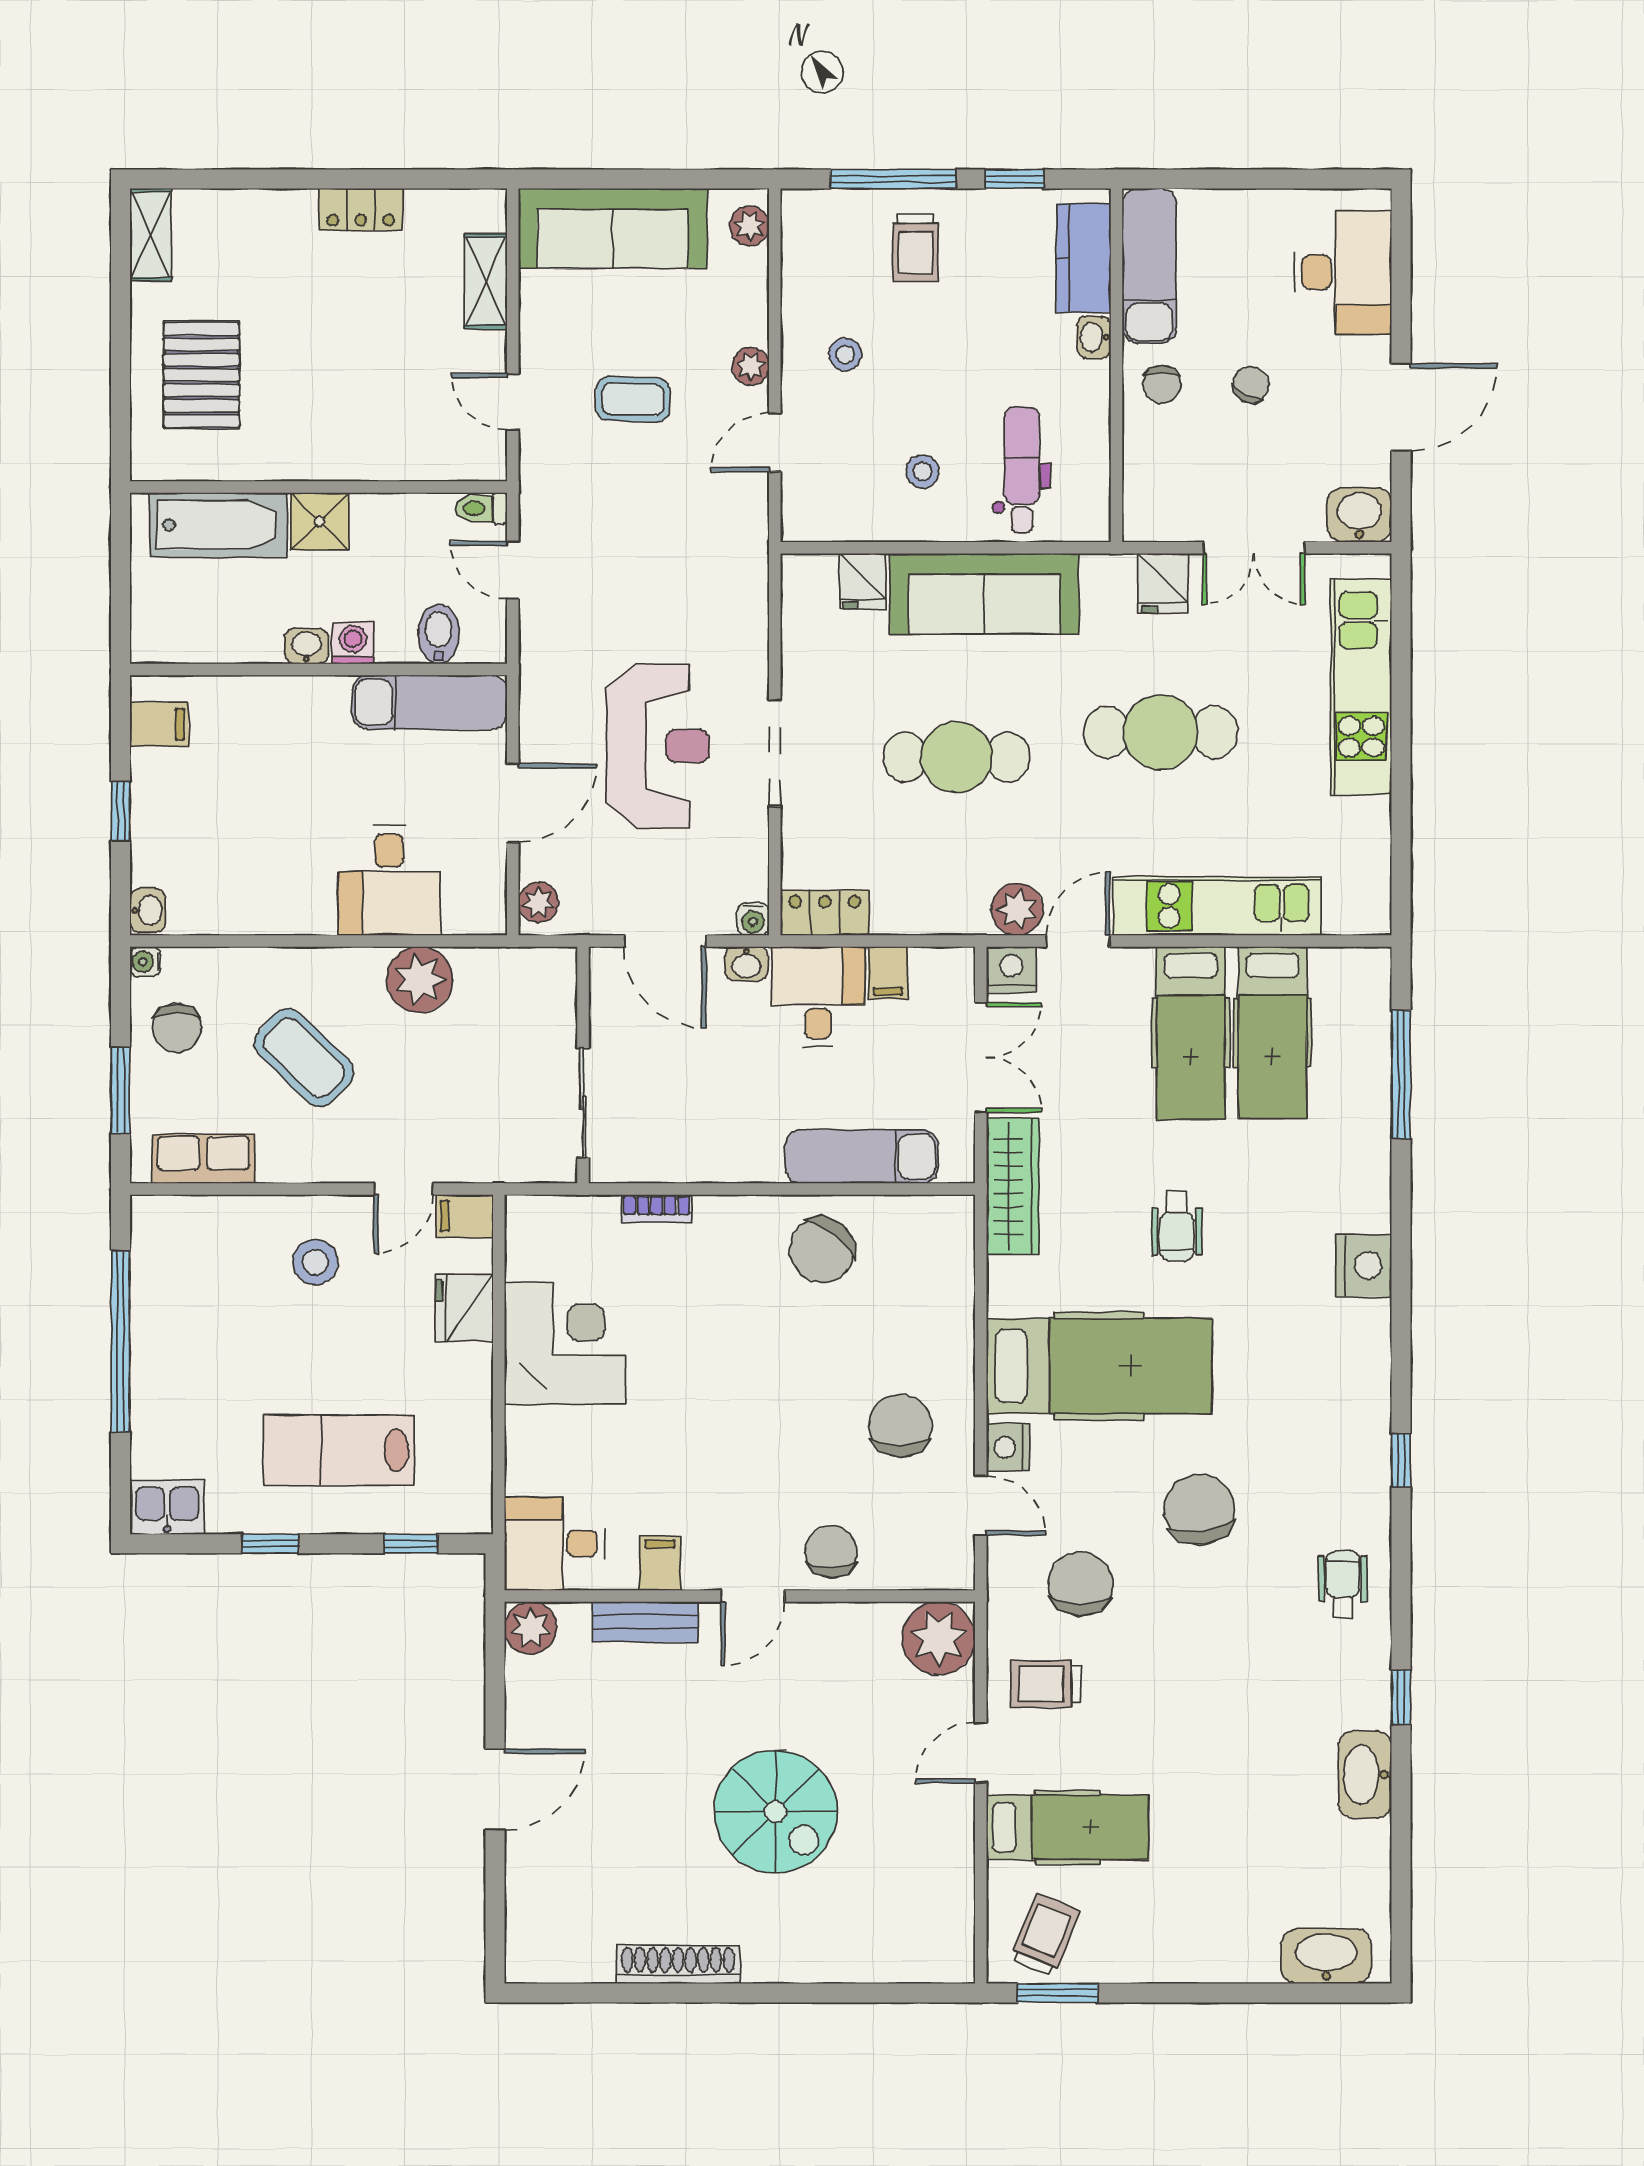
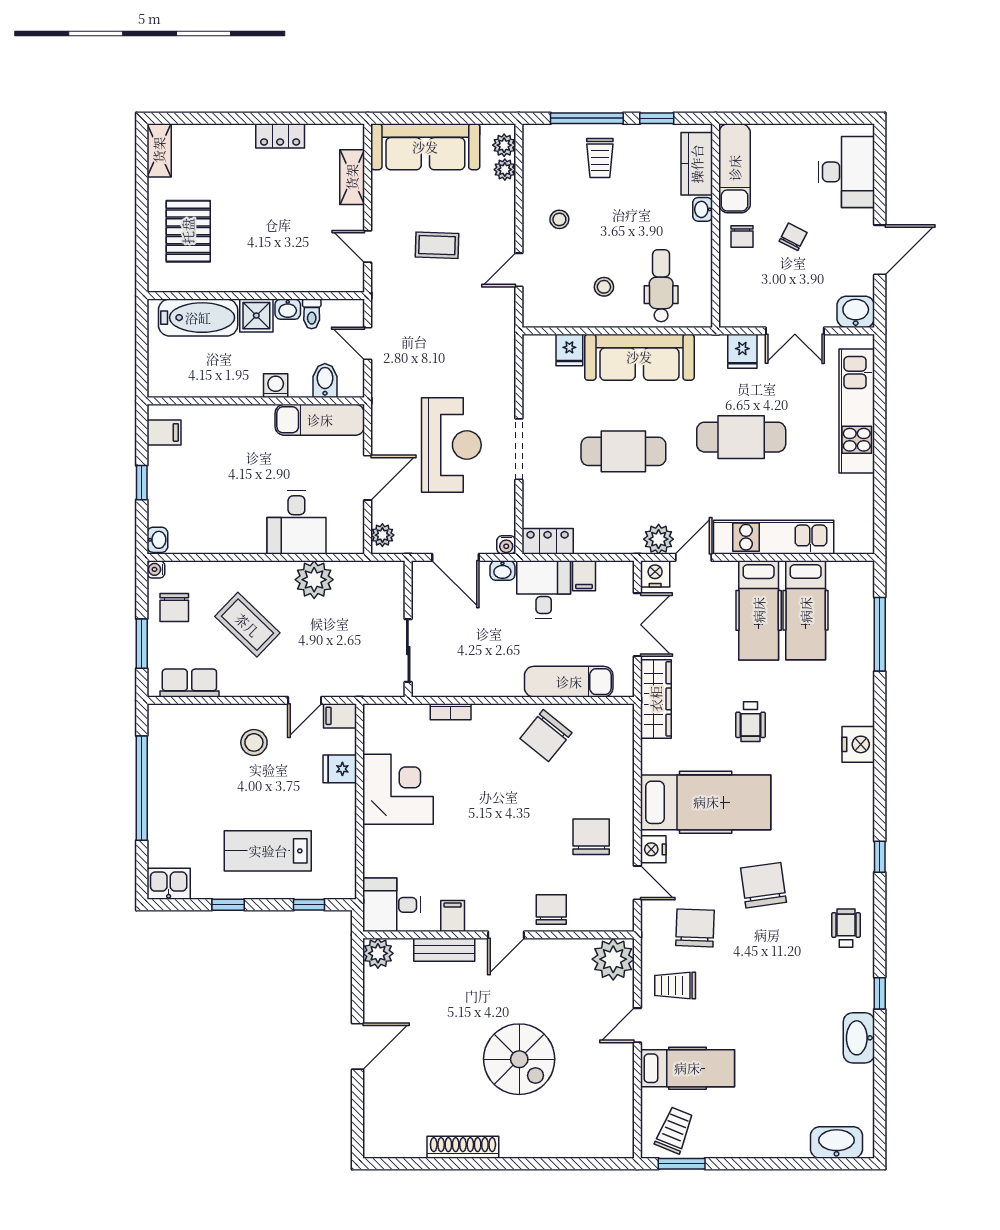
plant: (751, 366) -> (505, 170), moved
toilet: (481, 509) -> (312, 314), moved, turned -90
washbasin: (307, 646) -> (288, 309), moved, turned 180
fridge: (464, 1308) -> (340, 769), width x0.72

